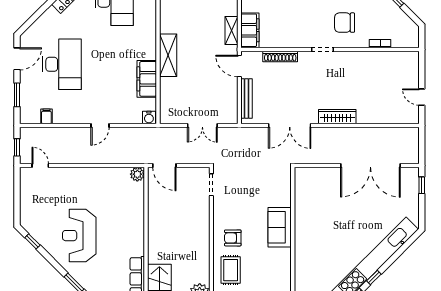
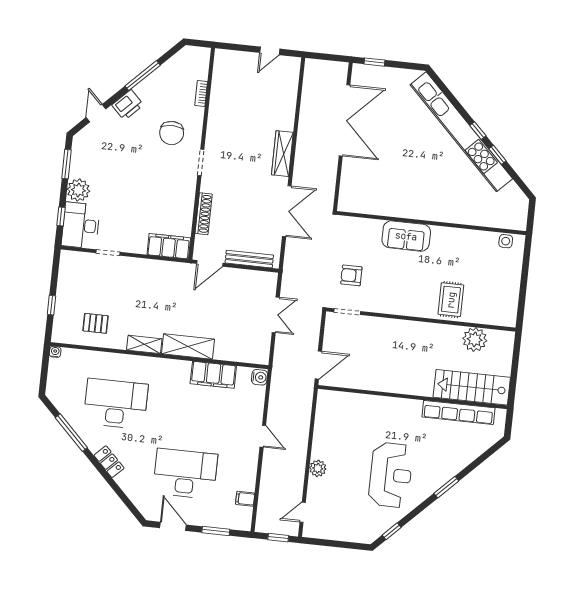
shelving: (231, 30) -> (144, 344), moved
plant: (137, 174) -> (318, 468), moved
reception desk: (79, 236) -> (391, 475), turned -90
armchair: (233, 238) -> (351, 275), moved, turned 90
rug: (231, 270) -> (451, 300), turned 90

